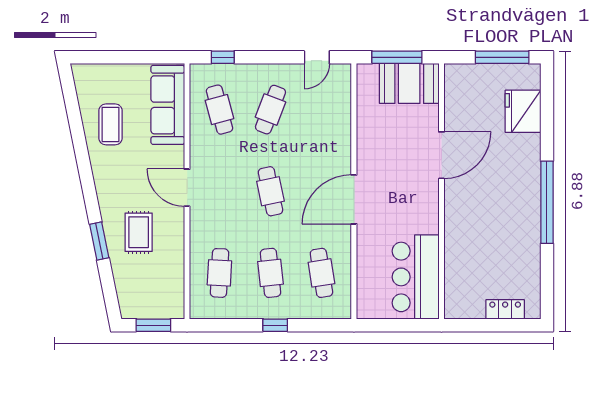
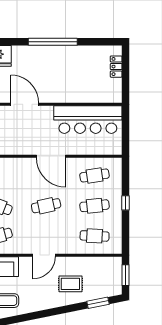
window: (99, 241) -> (98, 303), moved
bar counter: (416, 277) -> (88, 120), width x1.36

